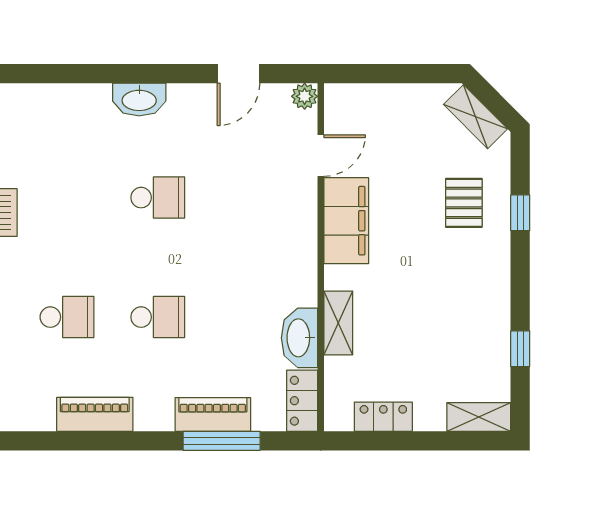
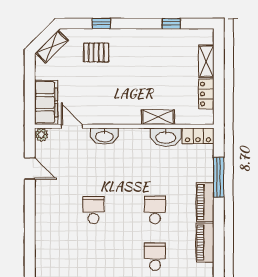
washbasin: (139, 99) -> (104, 136), moved, turned 90
filing cabinet: (346, 221) -> (46, 102), moved, turned 90
piano: (213, 414) -> (205, 202), moved
shelving: (479, 417) -> (206, 61), moved

